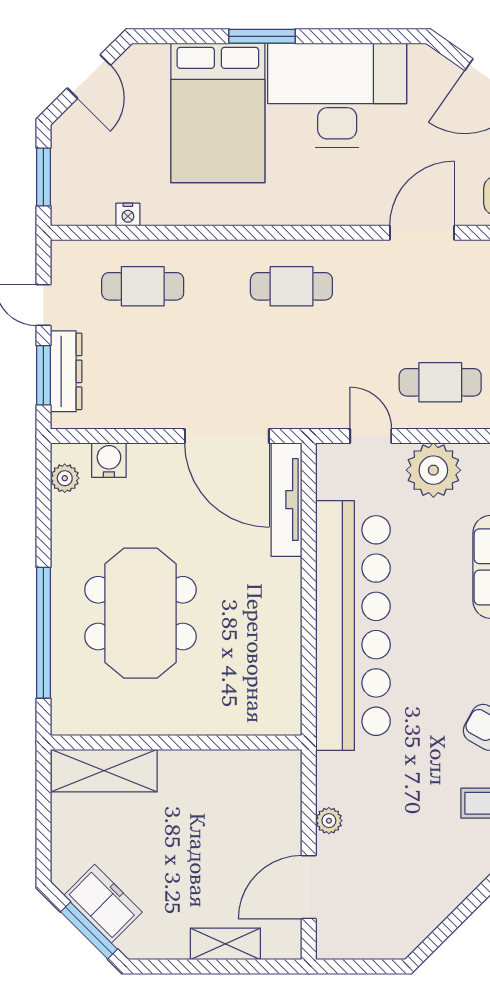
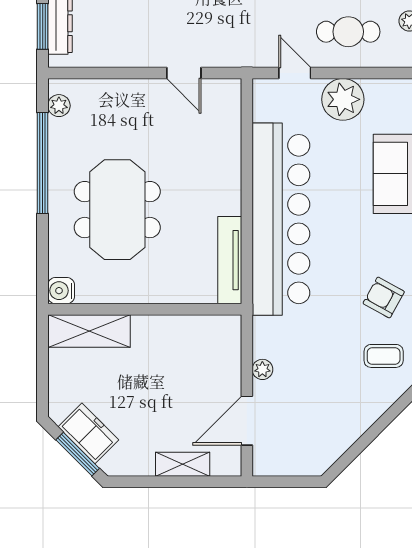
door: (227, 436) -> (184, 73), width x0.53
water cooler: (109, 460) -> (61, 291), moved, turned -90
tv unit: (286, 500) -> (230, 260), moved
window: (43, 633) -> (43, 163), moved

